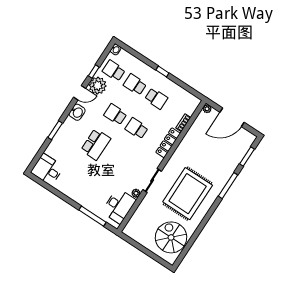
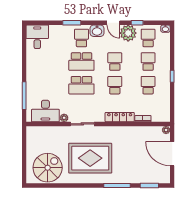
school desk: (156, 98) -> (148, 85), turned 180
school desk: (74, 130) -> (81, 38), added
school desk: (117, 158) -> (81, 85), added

